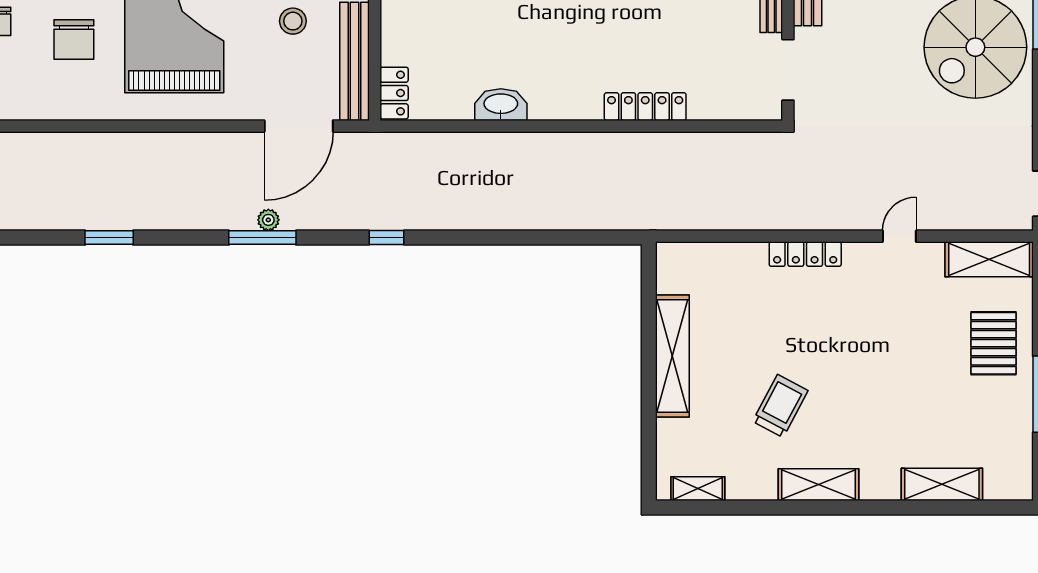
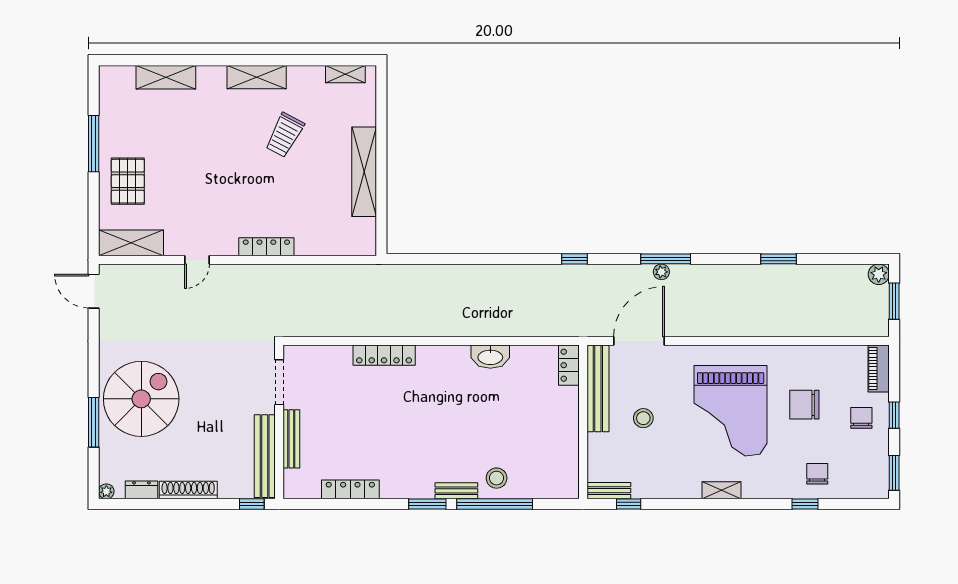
chair: (74, 39) -> (804, 405), turned -90

